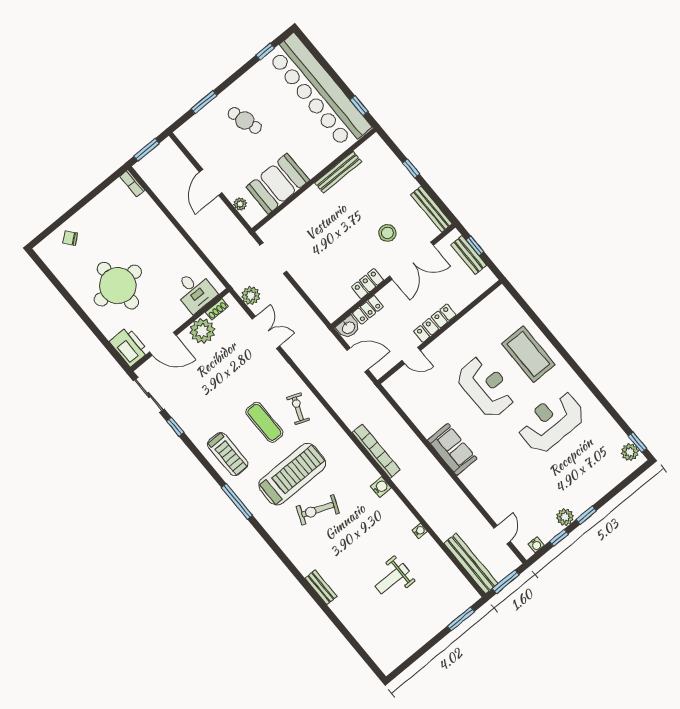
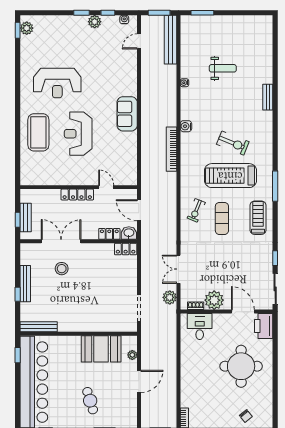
bench: (338, 172) -> (39, 327), moved
bench: (431, 209) -> (25, 284), moved
locker: (368, 284) -> (126, 249), moved

